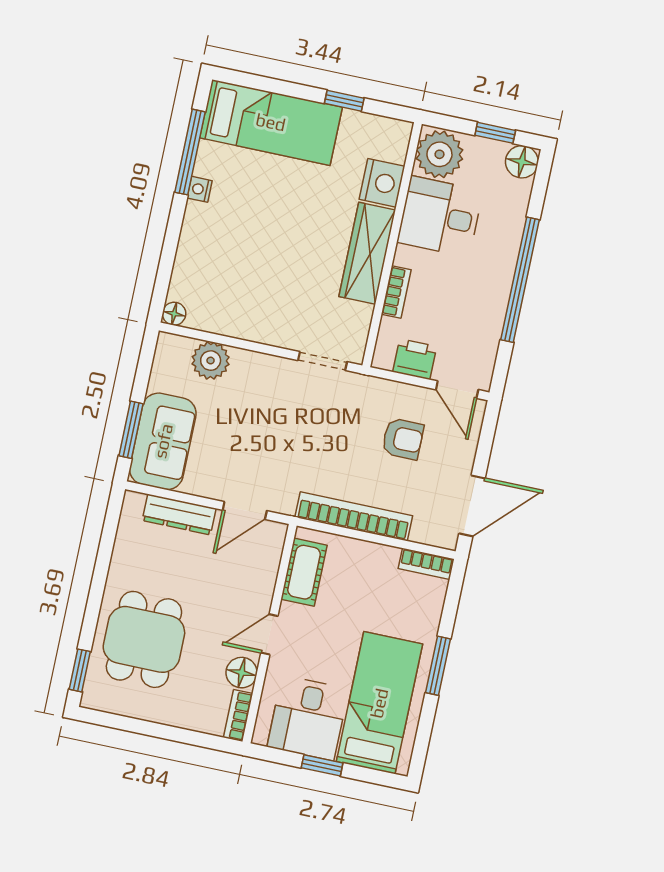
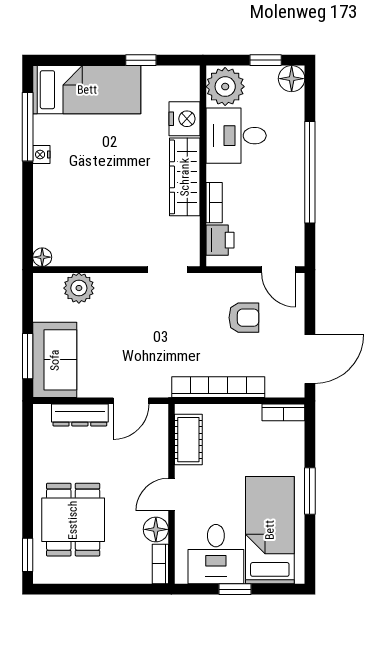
printer: (415, 359) -> (220, 240), moved, turned 90

